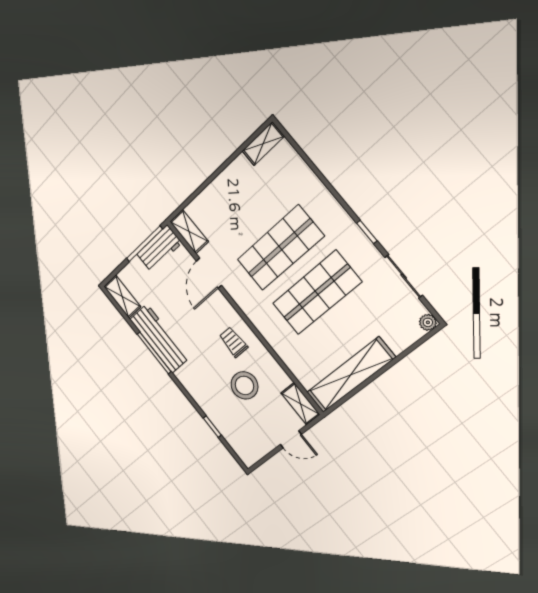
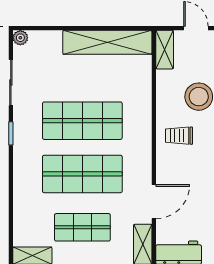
shop shelf: (244, 204) -> (82, 227), added
trolley: (233, 342) -> (179, 136), turned 90

